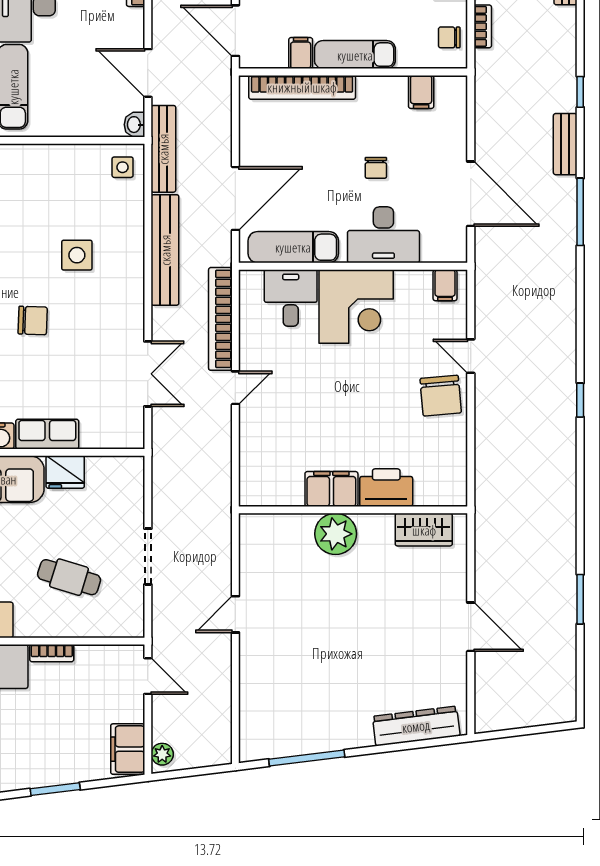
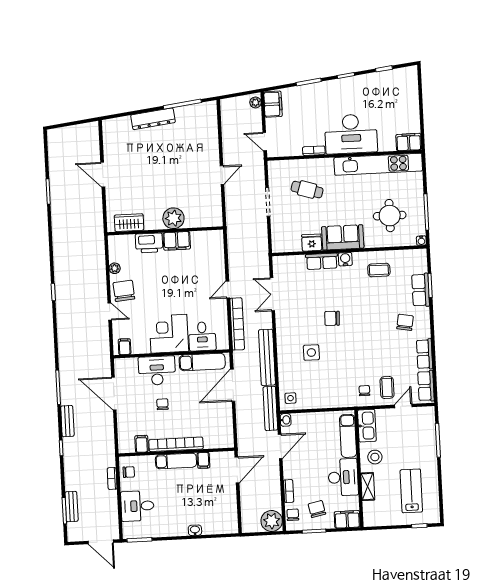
door: (235, 31) -> (237, 470), hinge flipped
door: (148, 73) -> (280, 446), hinge flipped
bookcase: (302, 87) -> (176, 444), moved
plant: (457, 441) -> (115, 268), added
dresser: (416, 726) -> (153, 119), moved

